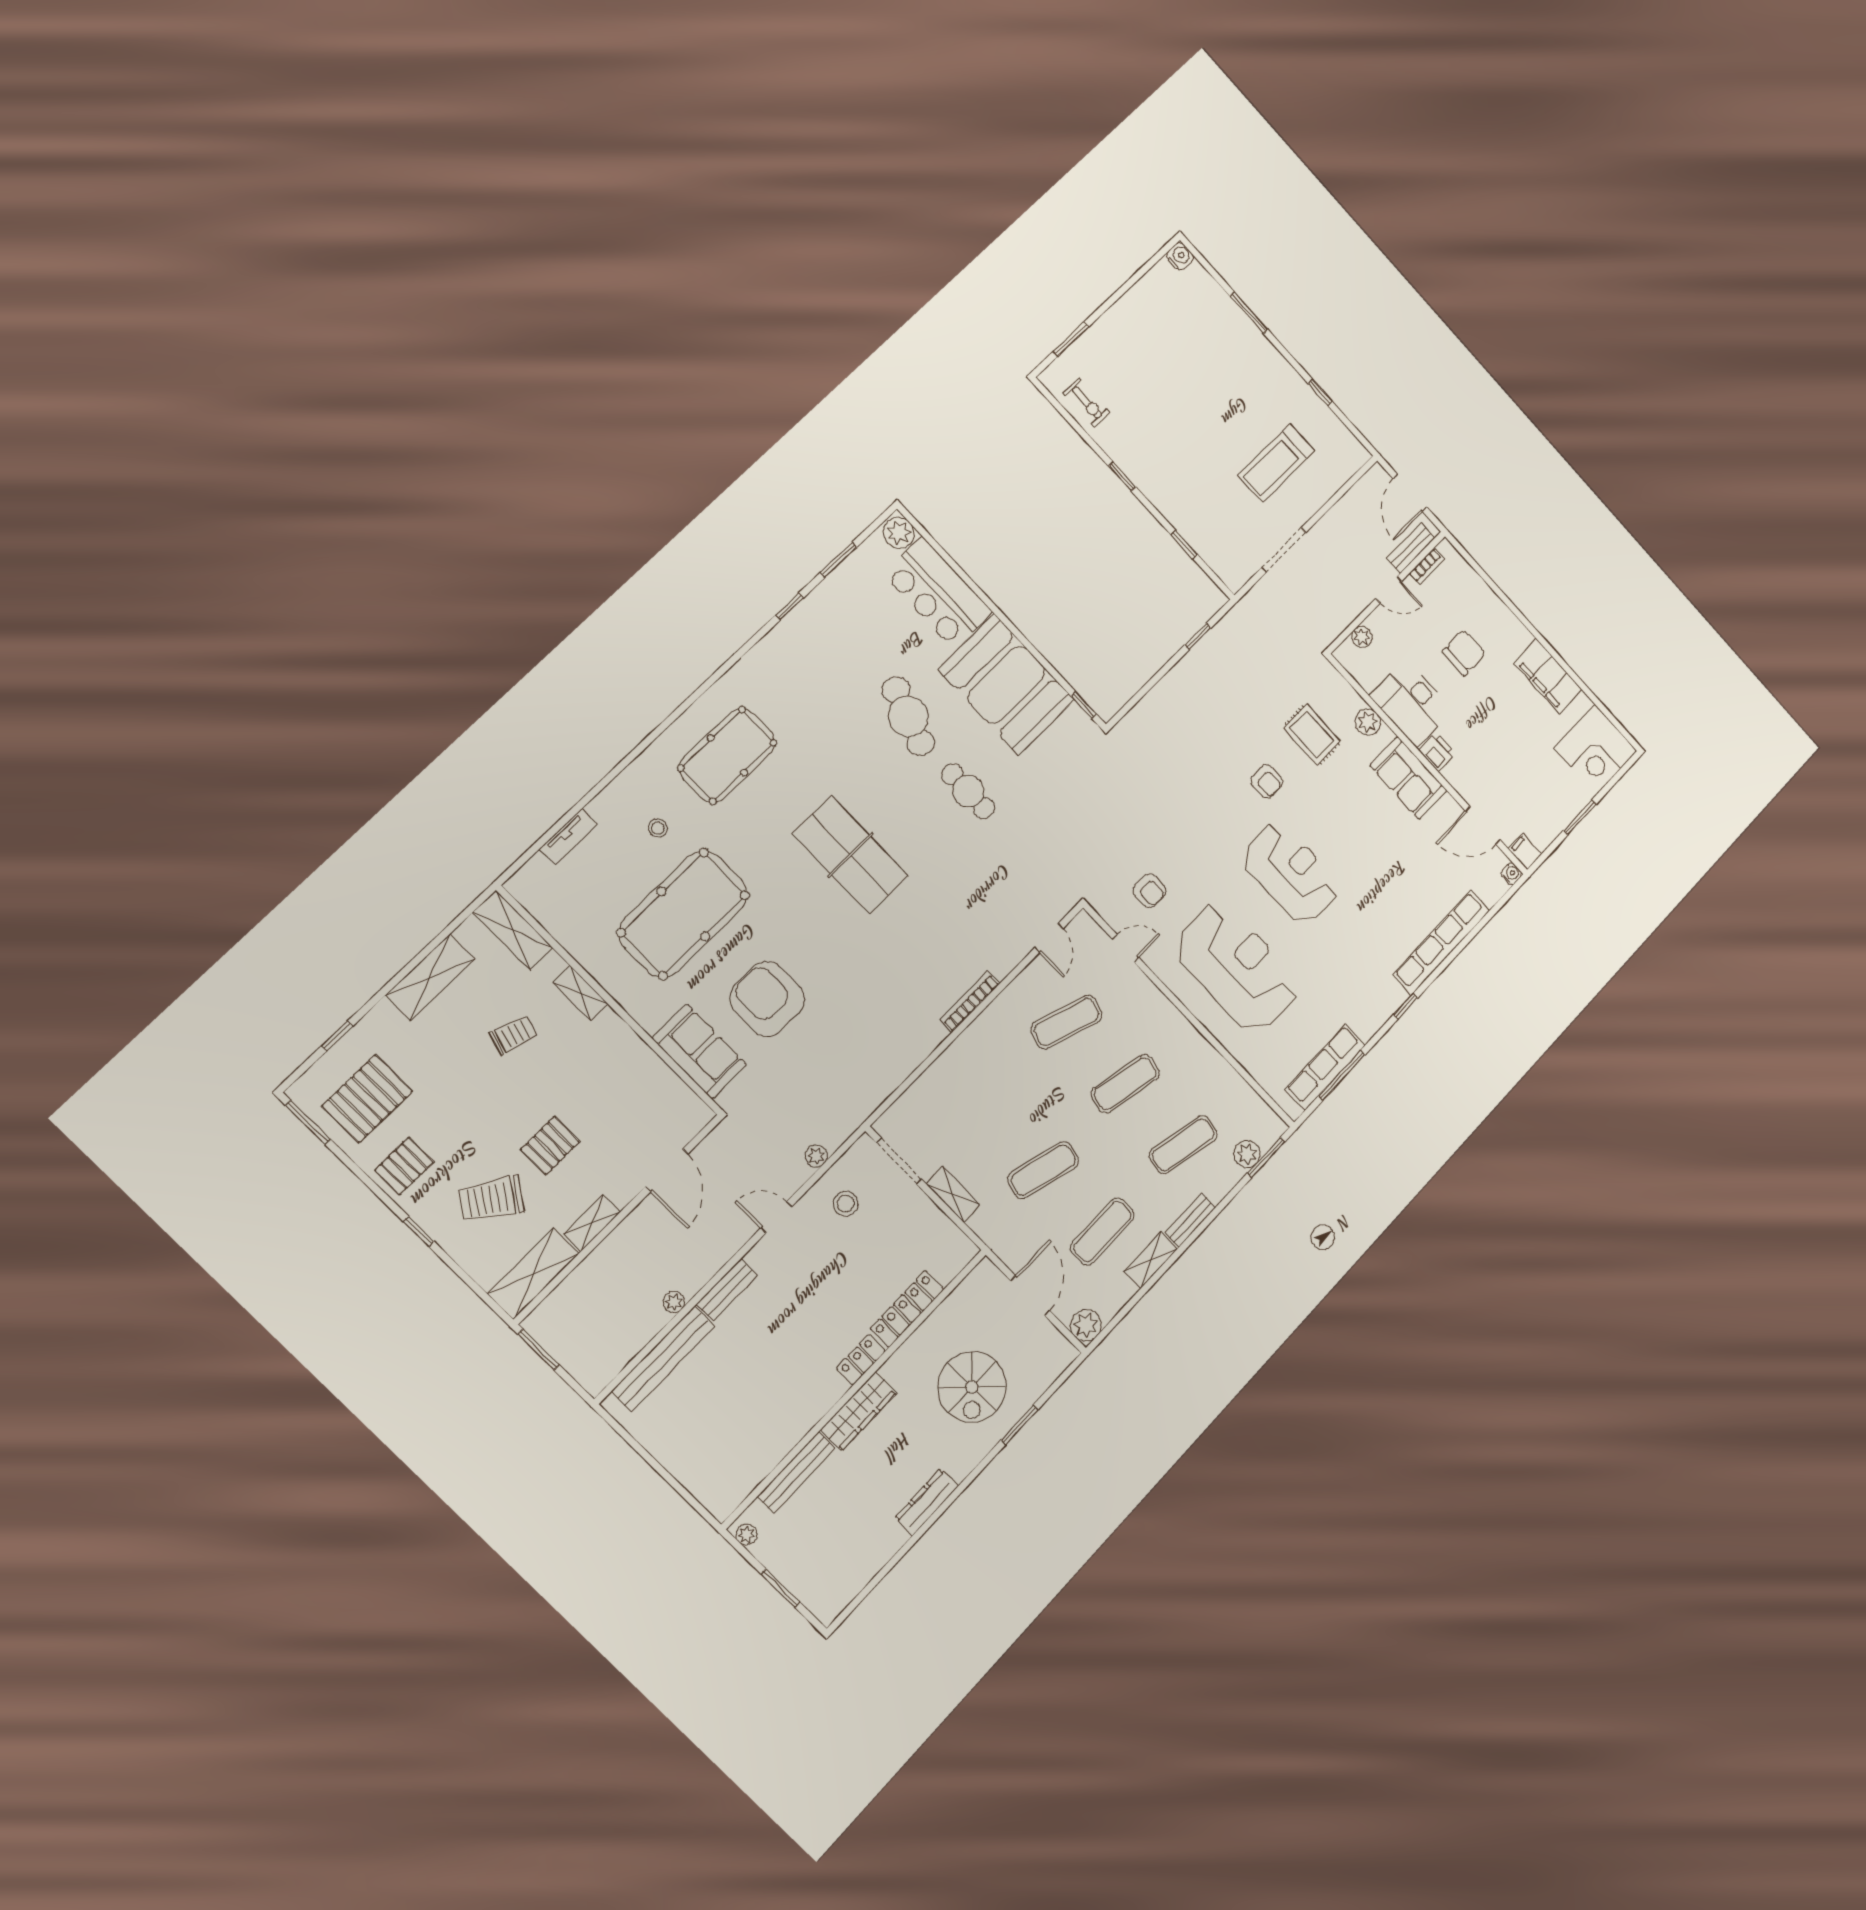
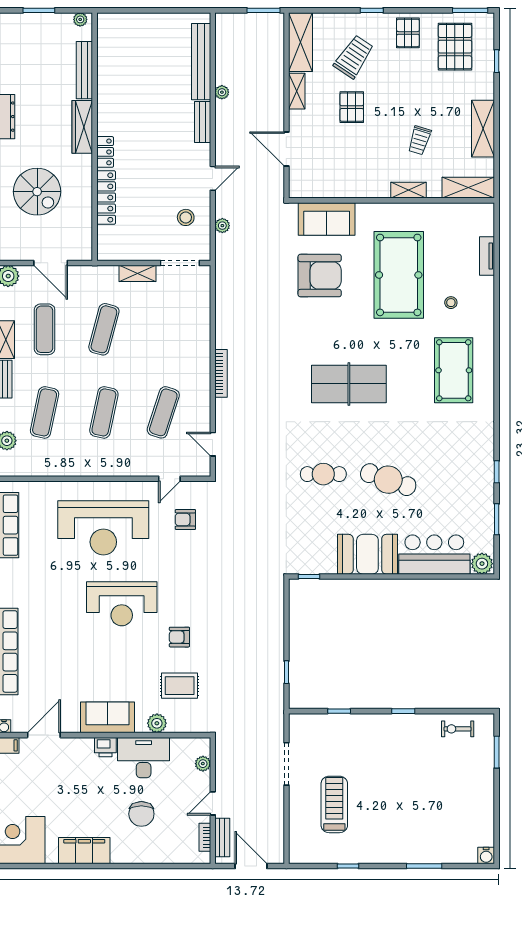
booth: (1006, 685) -> (367, 554), width x0.73, depth x0.70
spiral stairs: (972, 1387) -> (37, 192), turned 180

